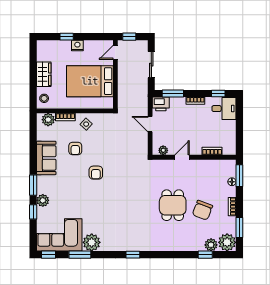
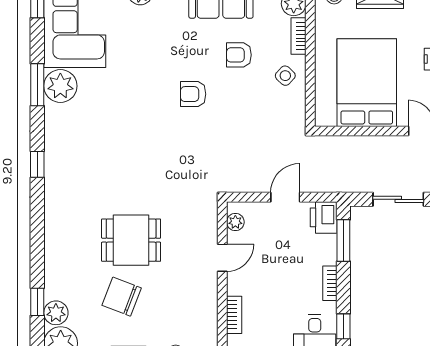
door: (182, 157) -> (222, 258), hinge flipped
window: (80, 255) -> (37, 85), moved

